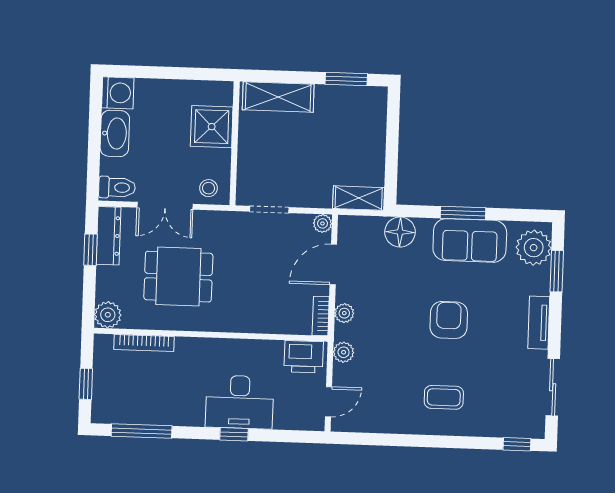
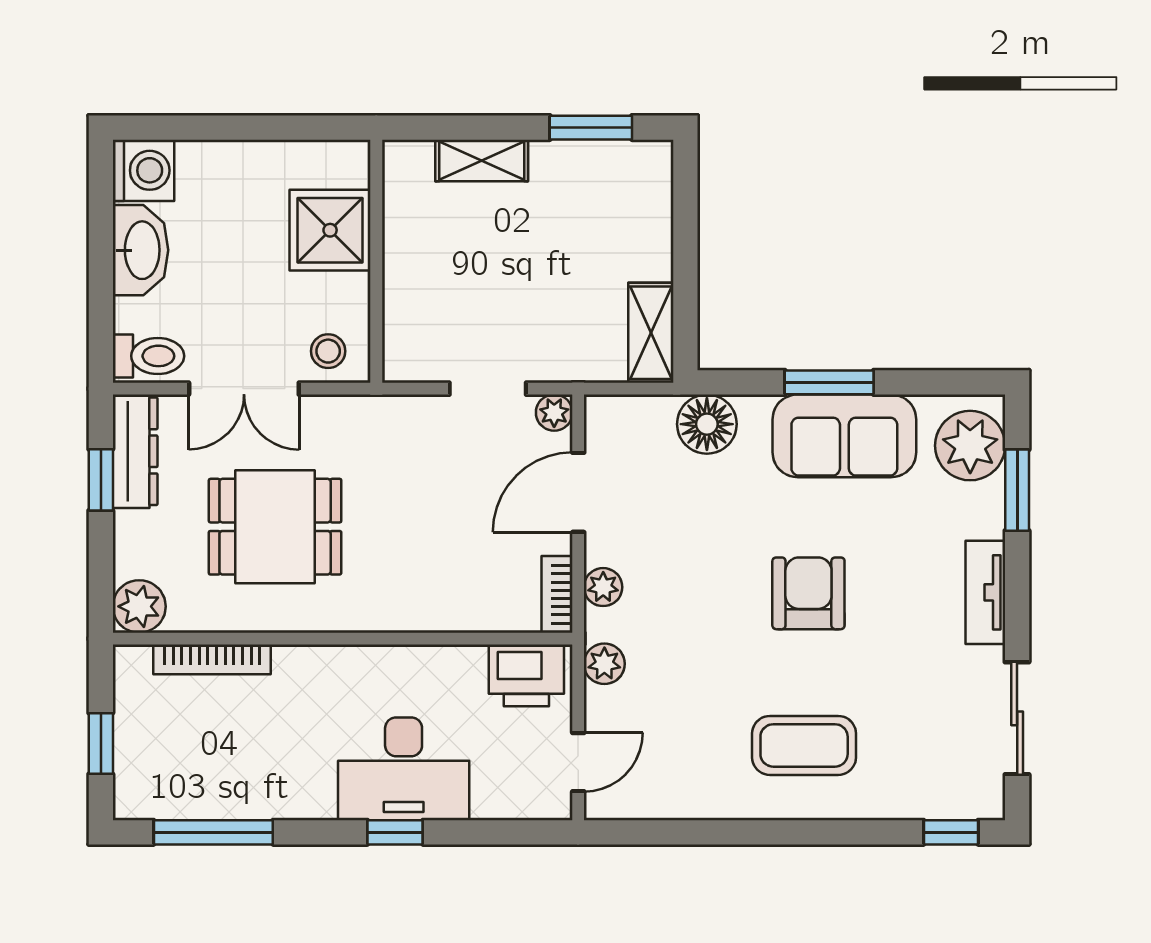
shelving: (278, 97) -> (482, 160), width x0.67, depth x0.75
shelving: (359, 198) -> (651, 333), moved, turned 90
doorway: (269, 209) -> (488, 389), moved
coffee table: (444, 397) -> (804, 745), width x1.36, depth x1.30

